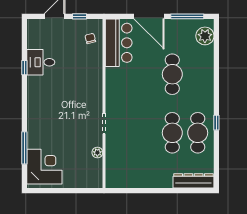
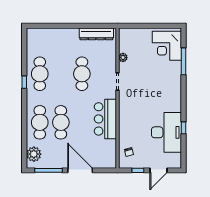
bar counter: (119, 43) -> (105, 119), moved
desk: (41, 62) -> (166, 132), width x1.87, depth x1.30
cafe table: (198, 74) -> (40, 122), added
cafe table: (172, 133) -> (82, 74), moved
dresser: (193, 181) -> (96, 34), moved

